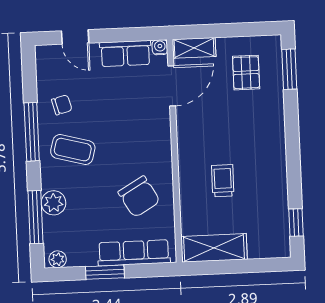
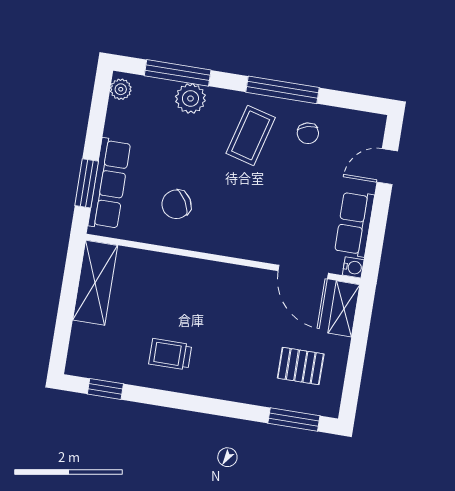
trolley: (223, 181) -> (170, 354), moved, turned 180
chair: (139, 197) -> (176, 204), width x0.73, depth x0.73
window: (105, 272) -> (87, 183), moved

